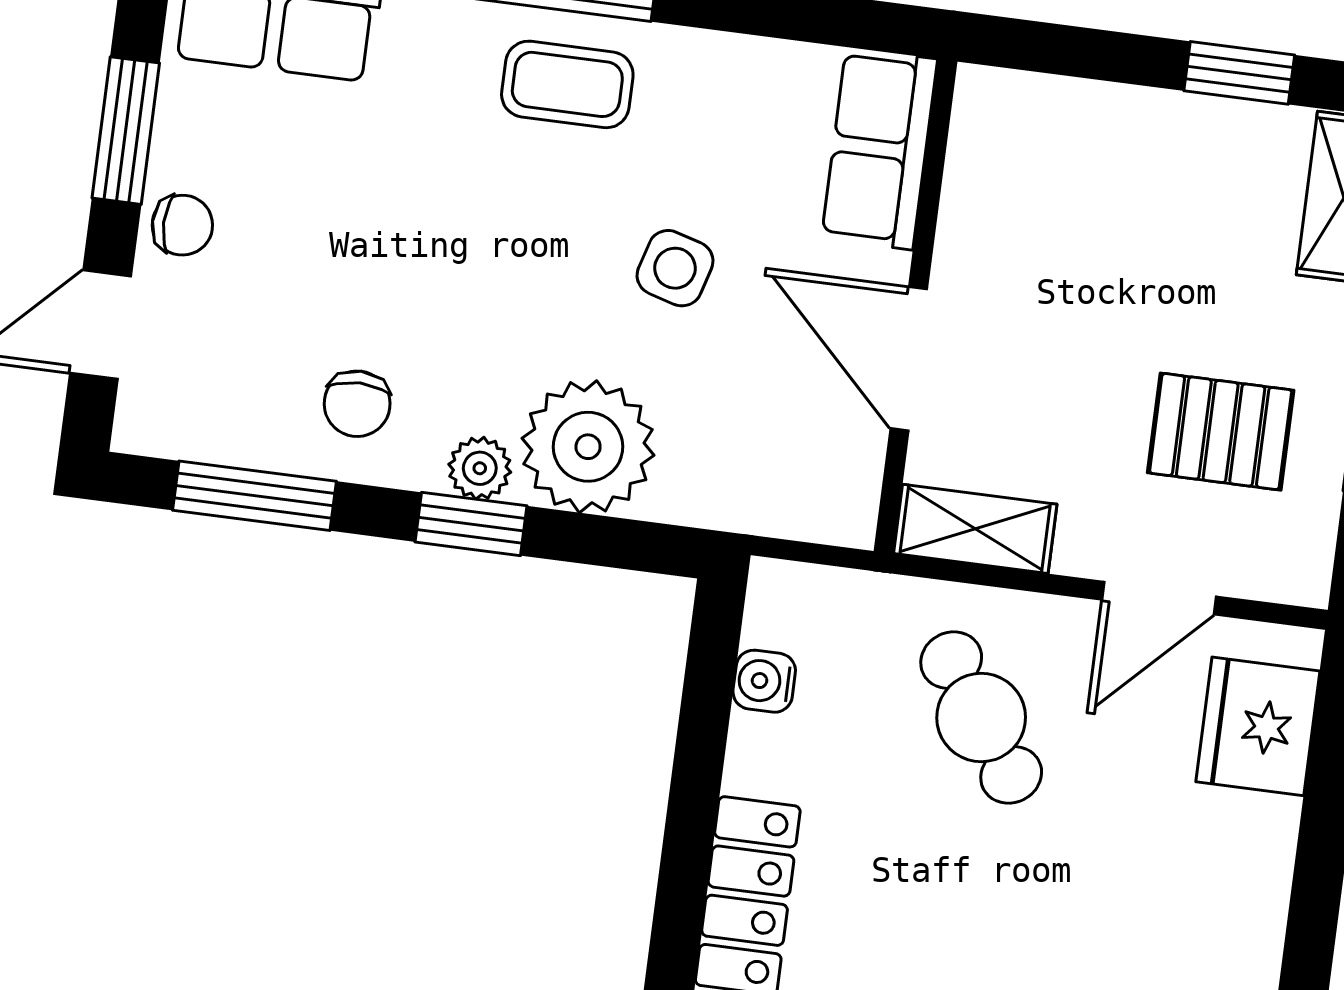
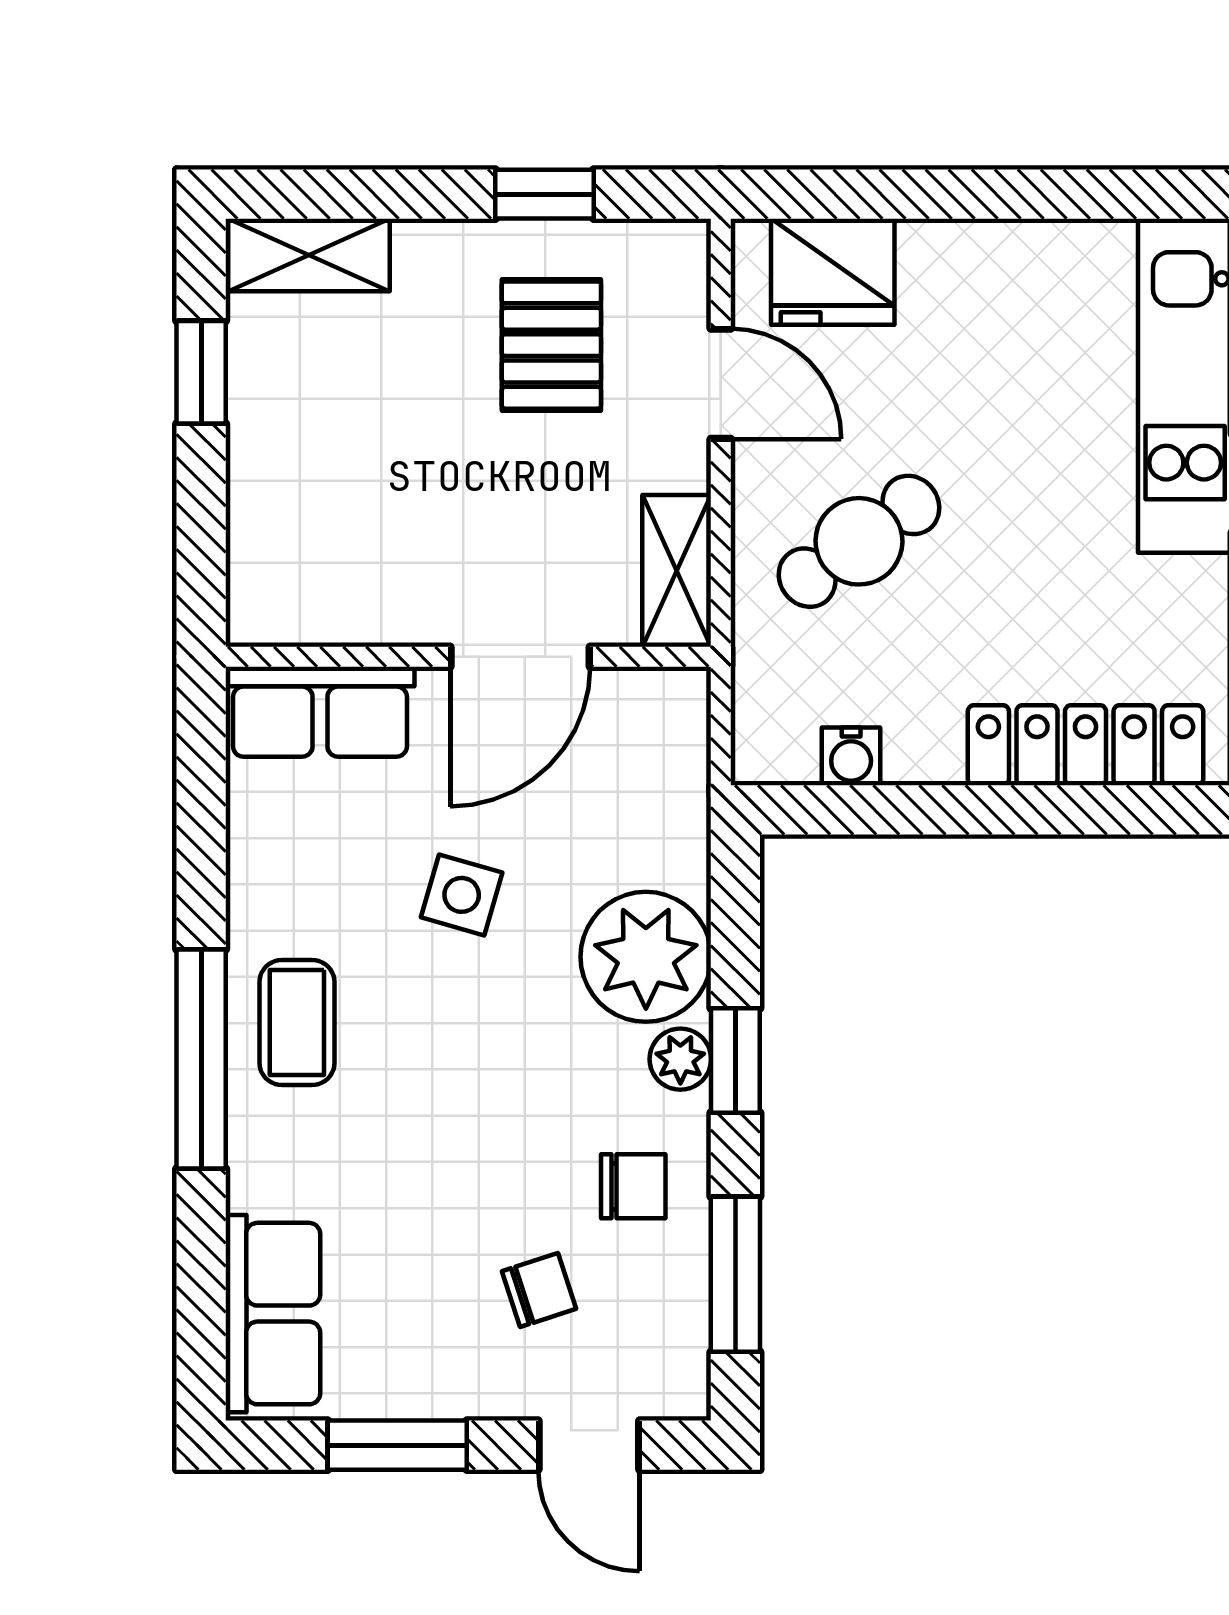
chair: (182, 225) -> (539, 1290), moved, turned 72

